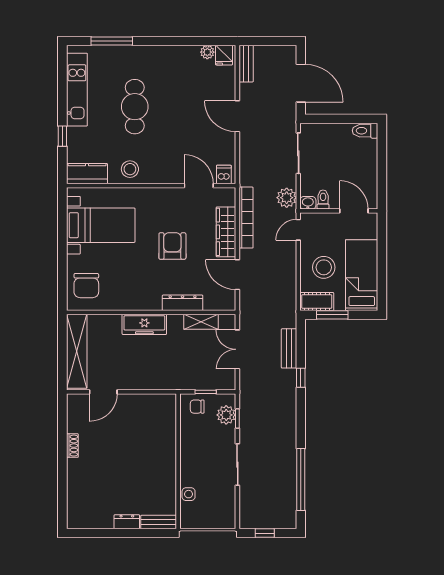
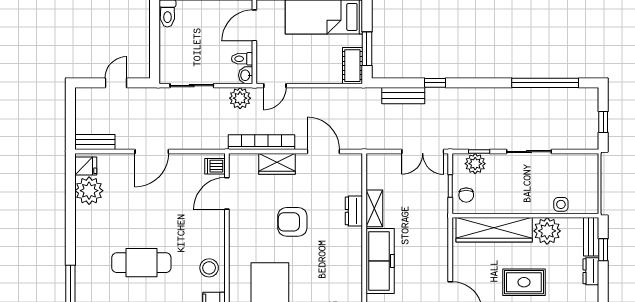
plant: (207, 52) -> (89, 191), width x1.88, depth x1.88
door: (301, 83) -> (116, 83), width x0.53
door: (298, 230) -> (275, 86), hinge flipped
wardrobe: (226, 232) -> (277, 164), width x0.67
stool: (324, 267) -> (315, 58), removed
door: (237, 275) -> (323, 152), swing flipped
dresser: (183, 303) -> (354, 211), width x0.70
shelving: (201, 322) -> (374, 208), moved
freezer: (144, 324) -> (380, 261), width x1.36, depth x1.26
double door: (237, 349) -> (423, 152), moved
wardrobe: (165, 432) -> (494, 230), added
rug: (117, 460) -> (524, 282), added
plant: (164, 481) -> (547, 231), added
window: (147, 533) -> (603, 250), added

